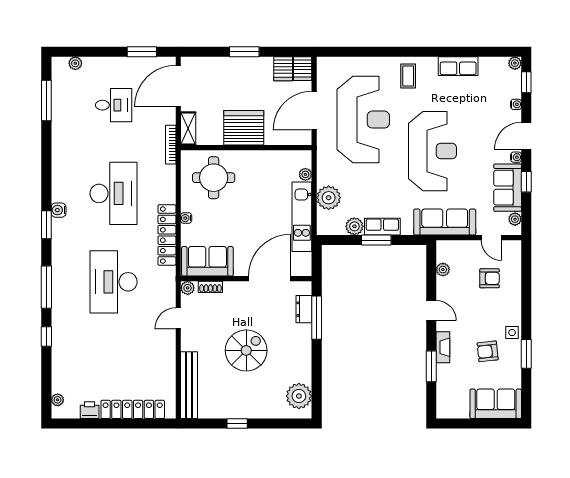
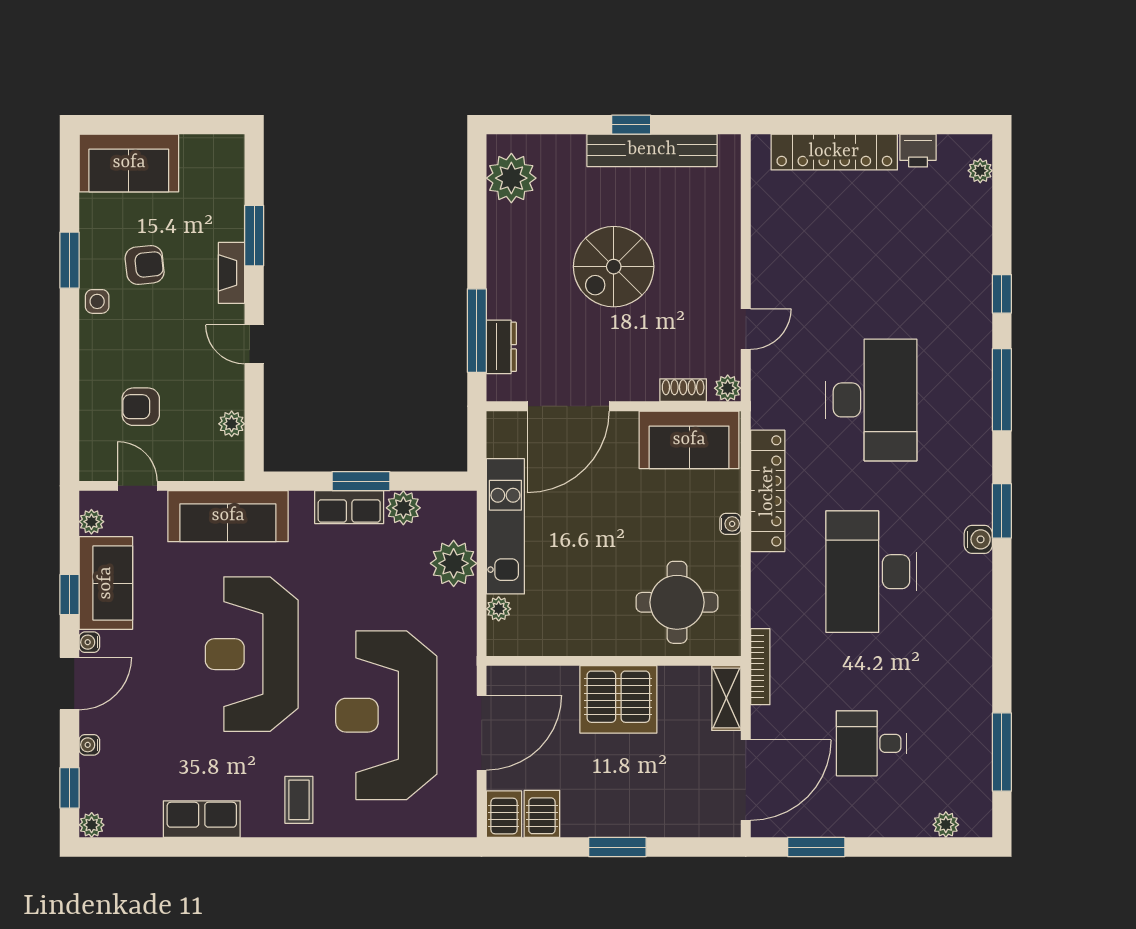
bench: (189, 385) -> (652, 150), moved, turned 90

